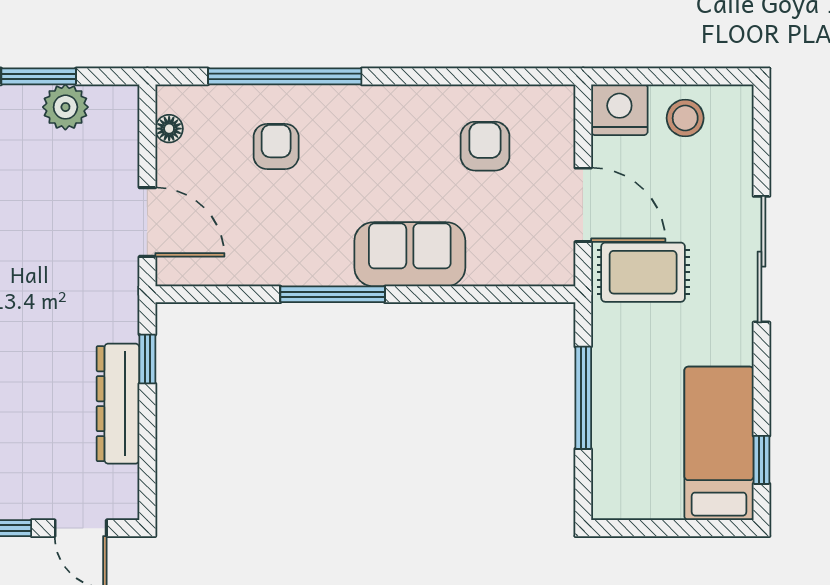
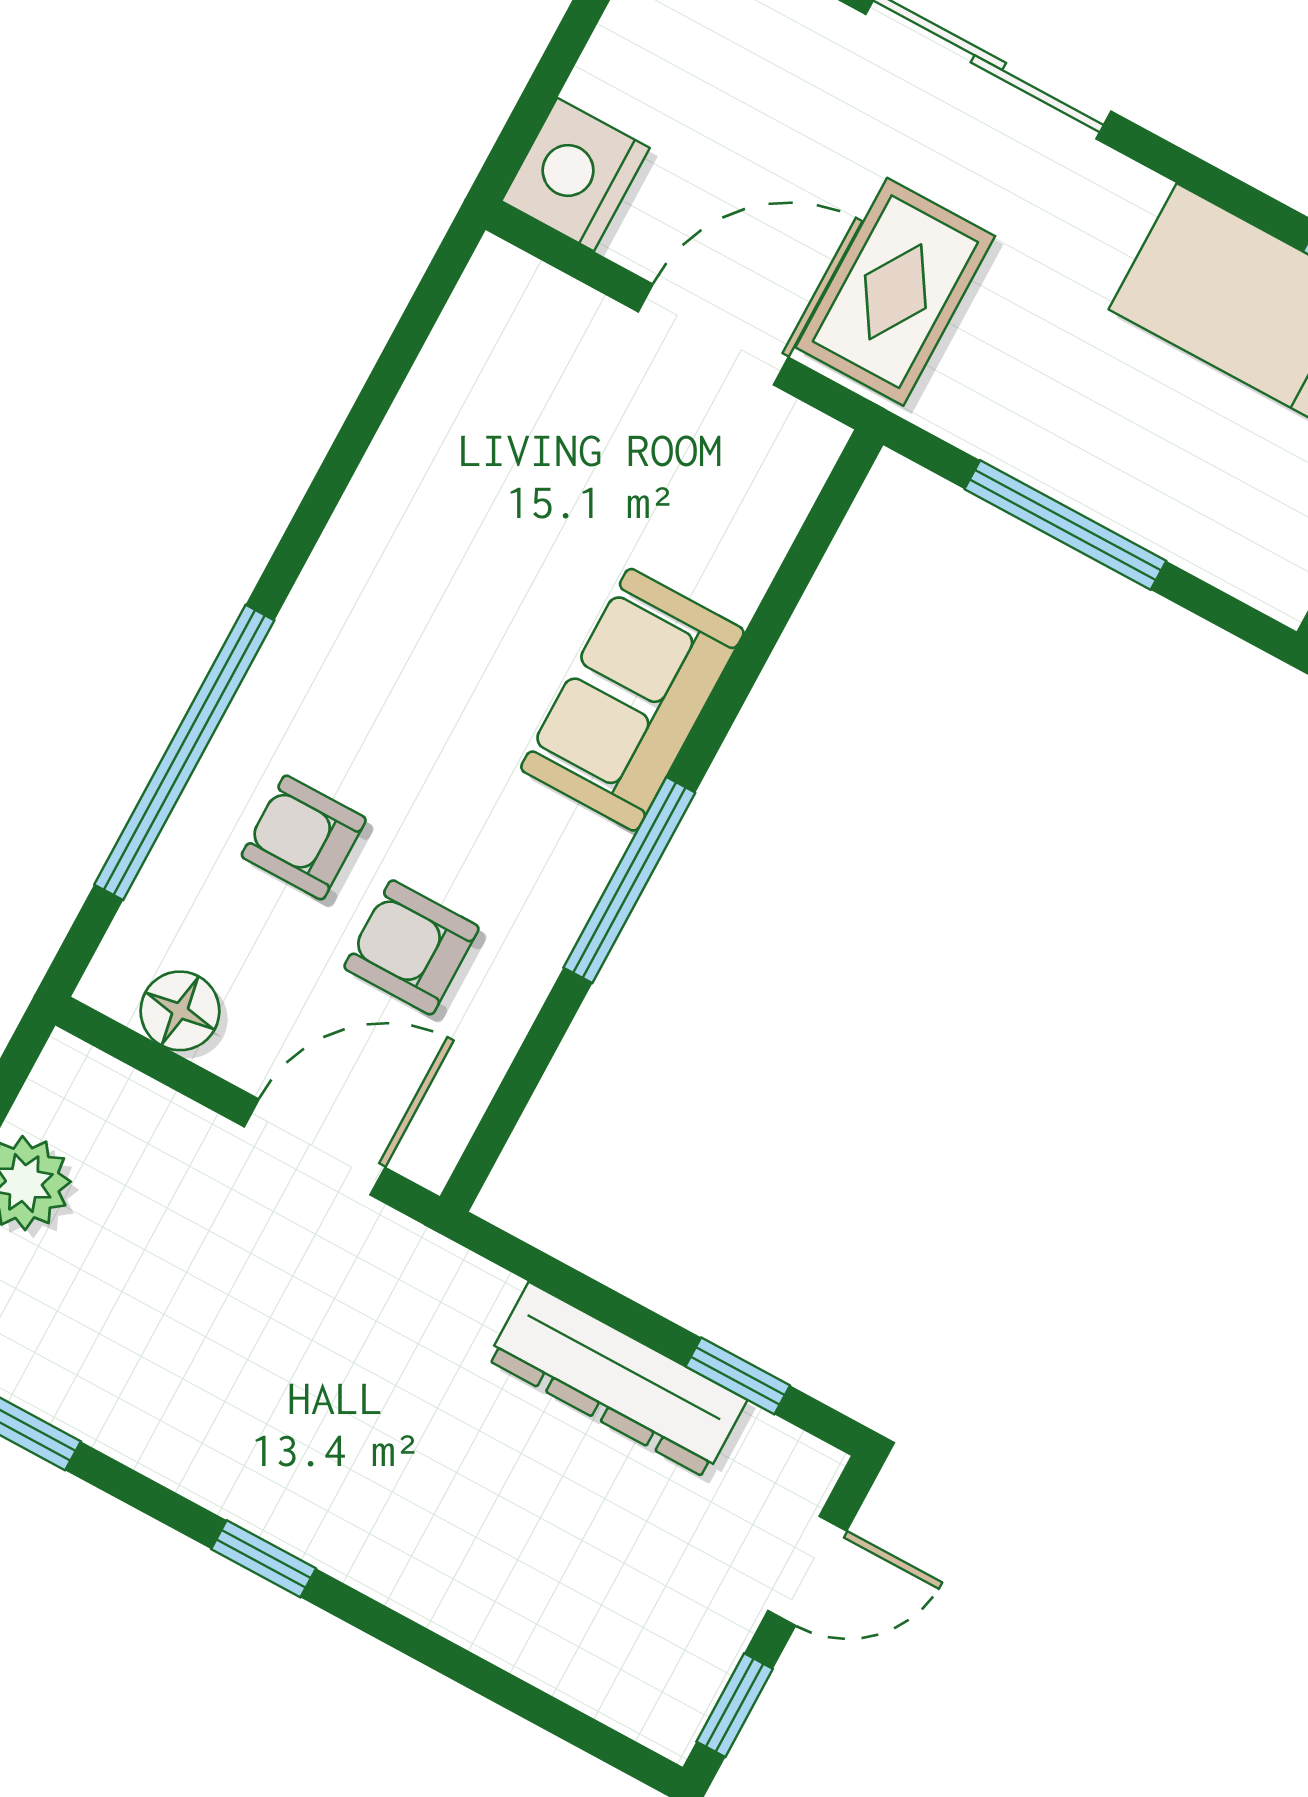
stool: (685, 118) -> (655, 63), removed
floor lamp: (169, 129) -> (180, 1011), width x1.37, depth x1.37
armchair: (485, 146) -> (412, 947), moved
window: (147, 359) -> (738, 1376), moved

